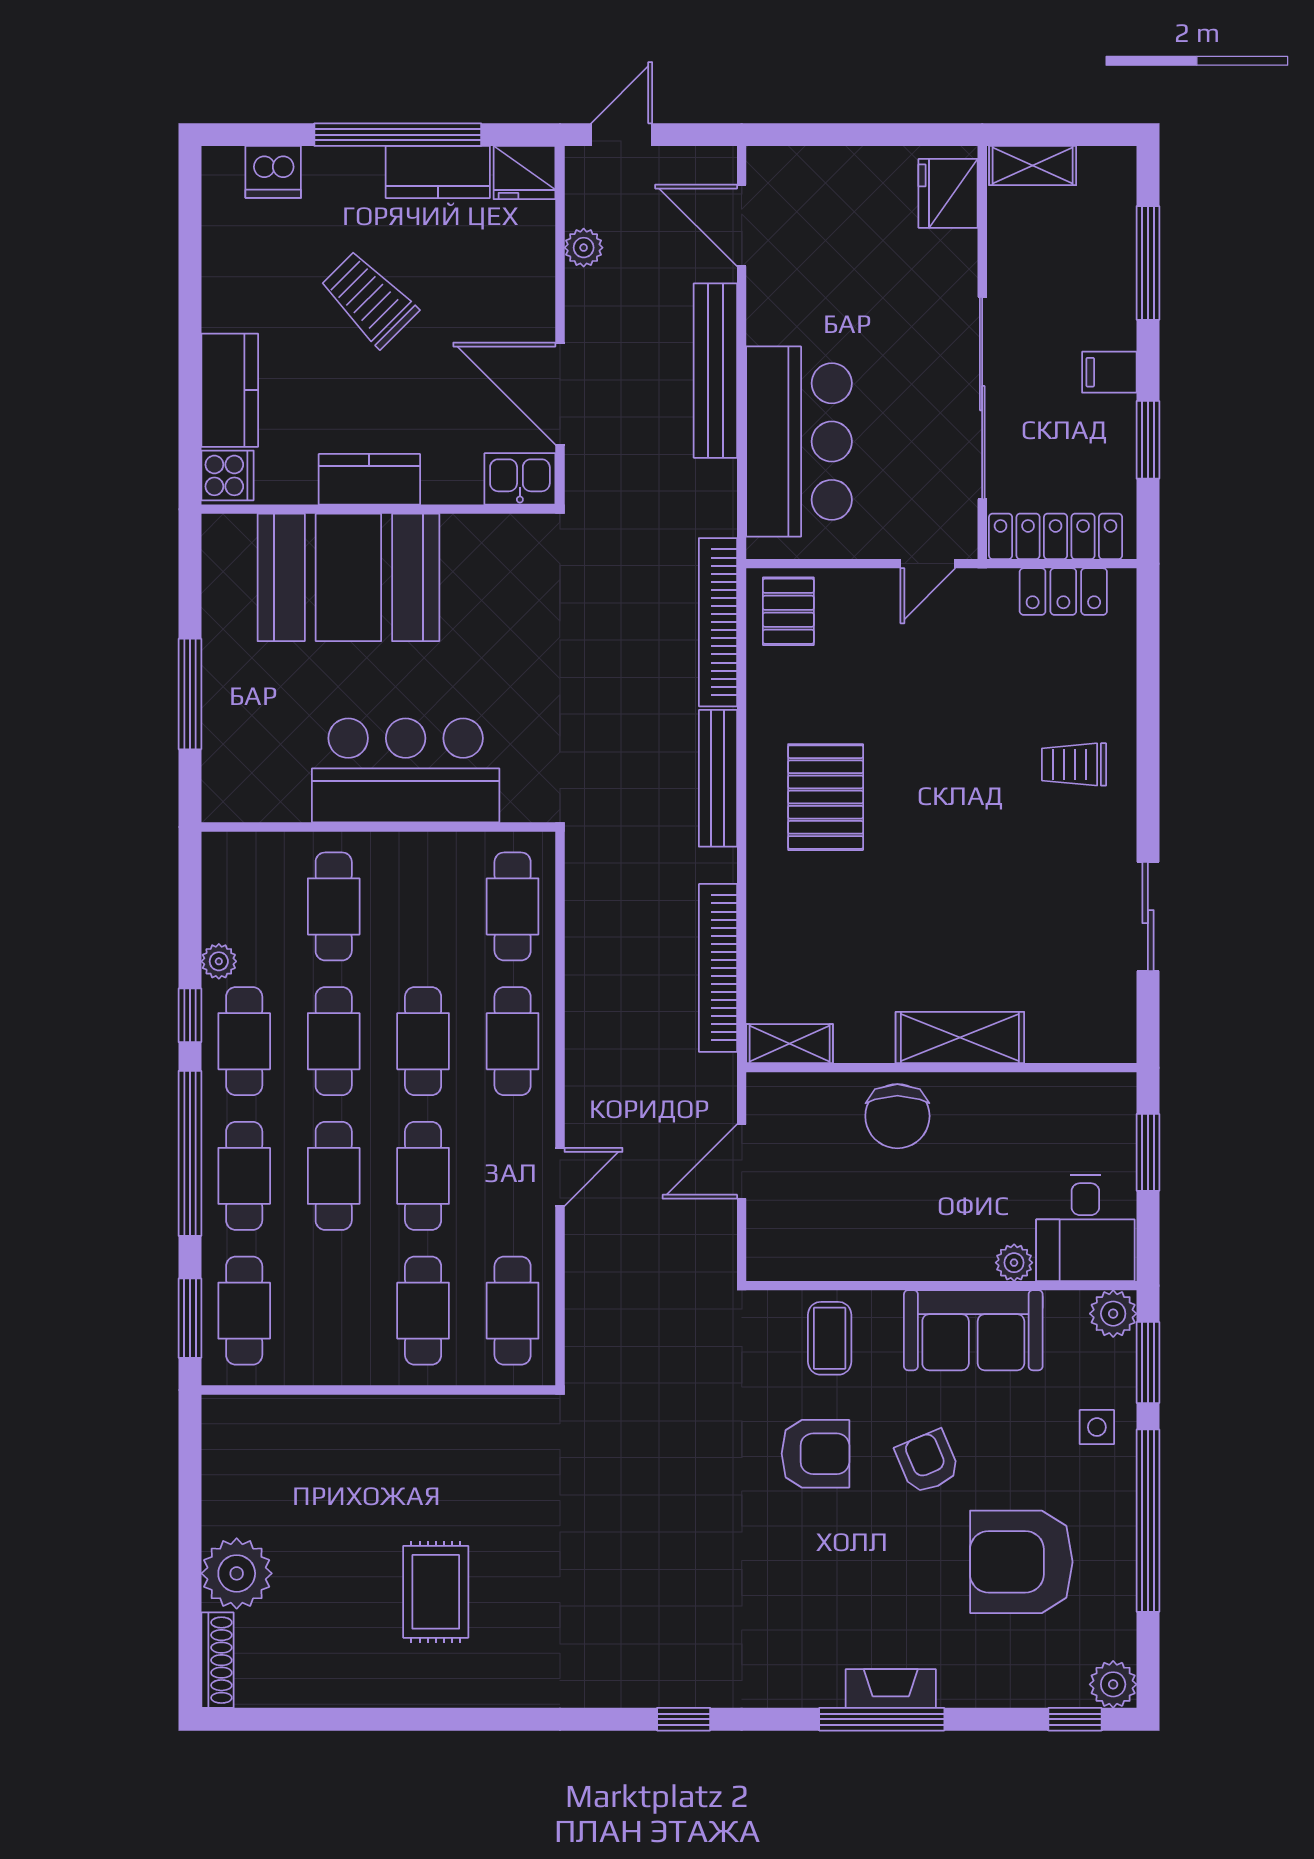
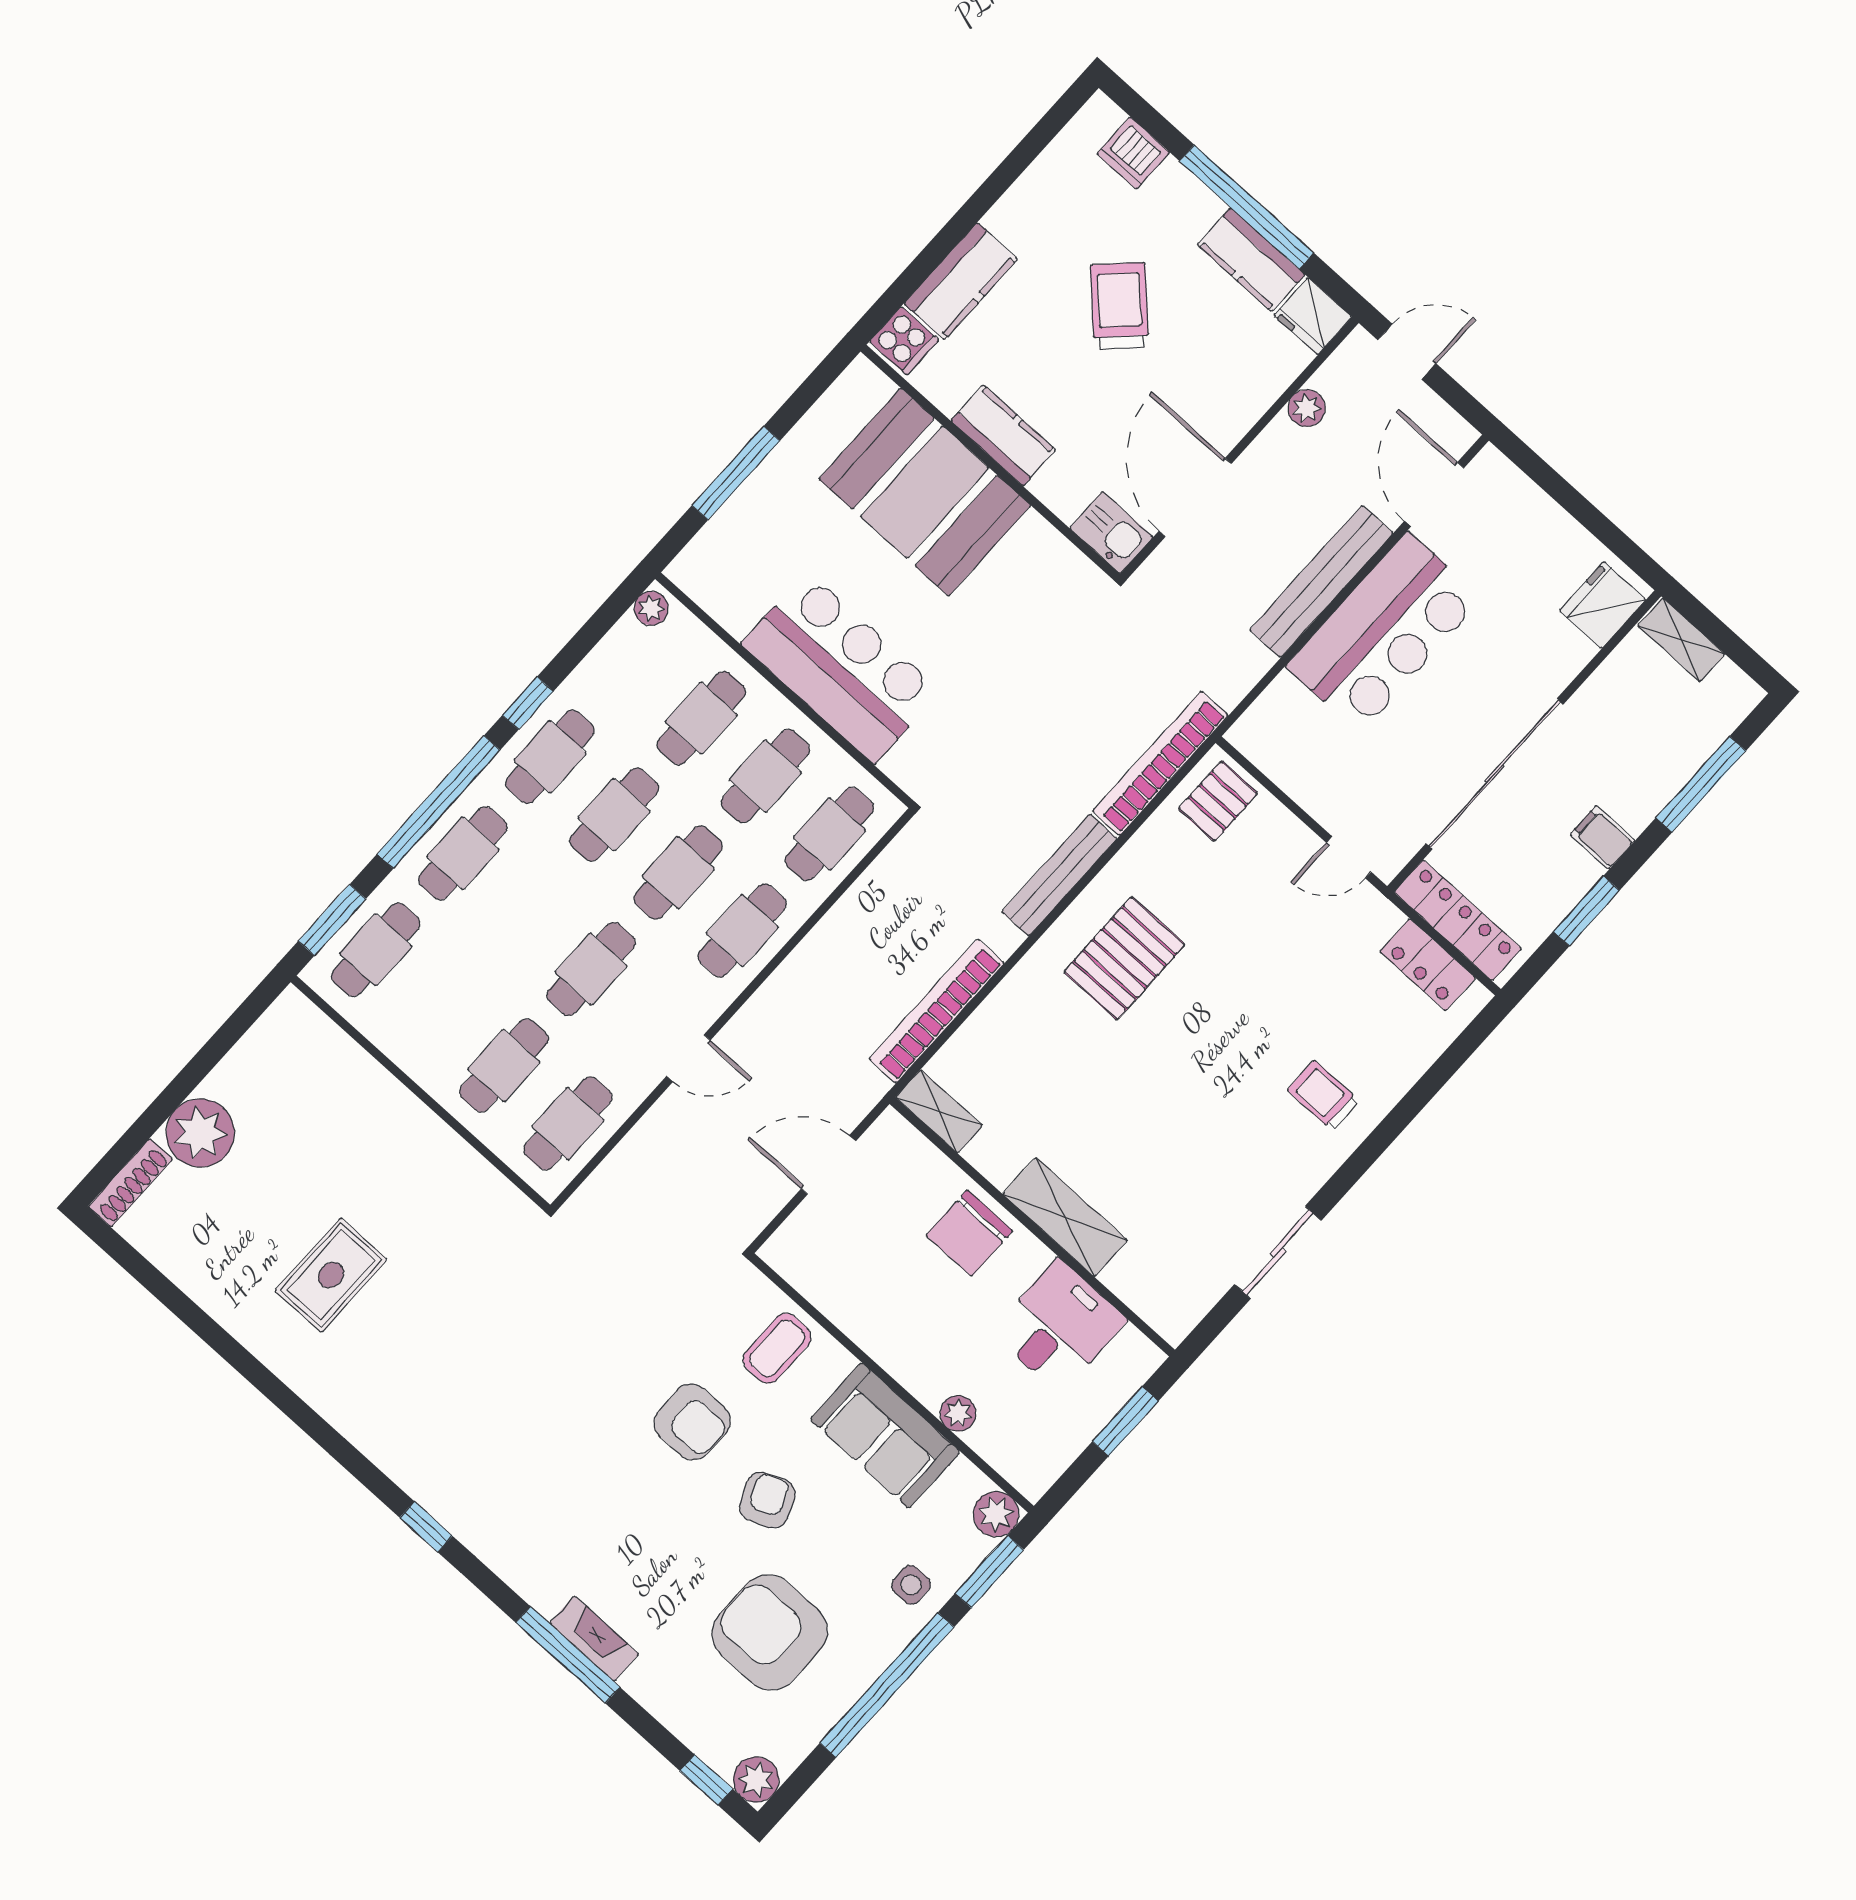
bar counter: (799, 442) -> (1384, 633), moved
plant: (219, 961) -> (651, 608), moved
cafe table: (334, 1176) -> (765, 776), moved
desk: (1085, 1228) -> (1059, 1326), moved, turned 180

